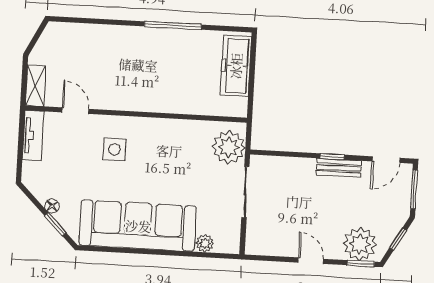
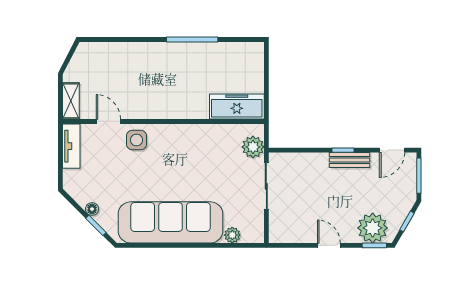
freezer: (236, 66) -> (237, 107), moved, turned 90
plant: (229, 147) -> (253, 147), width x0.73, depth x0.73
side table: (114, 149) -> (137, 140), moved

